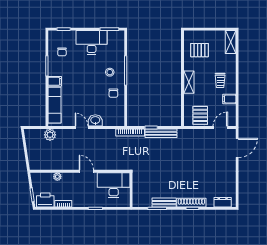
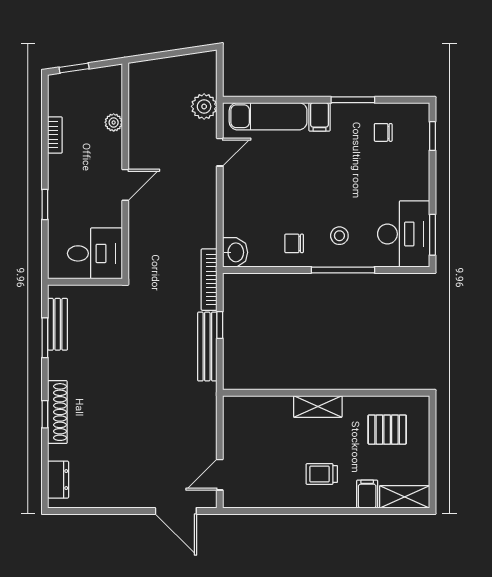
desk: (92, 42) -> (404, 234), moved
pallet: (199, 50) -> (387, 430), turned 90
filing cabinet: (229, 99) -> (367, 494), moved
pallet: (200, 115) -> (246, 431), removed
washbasin: (95, 120) -> (235, 252), moved
door: (82, 127) -> (220, 152), moved
door: (220, 127) -> (220, 475), swing flipped
desk: (114, 185) -> (95, 253), width x0.73
printer: (45, 200) -> (63, 96), removed
bench: (164, 203) -> (58, 324), moved

